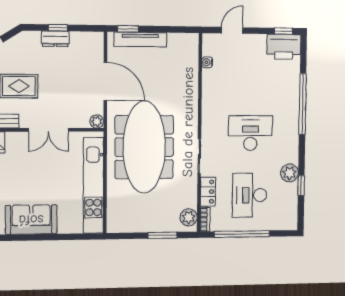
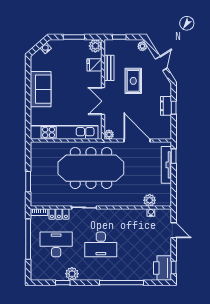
door: (105, 81) -> (137, 140), swing flipped
desk: (250, 133) -> (101, 244), turned 90
plant: (189, 217) -> (150, 200), moved

